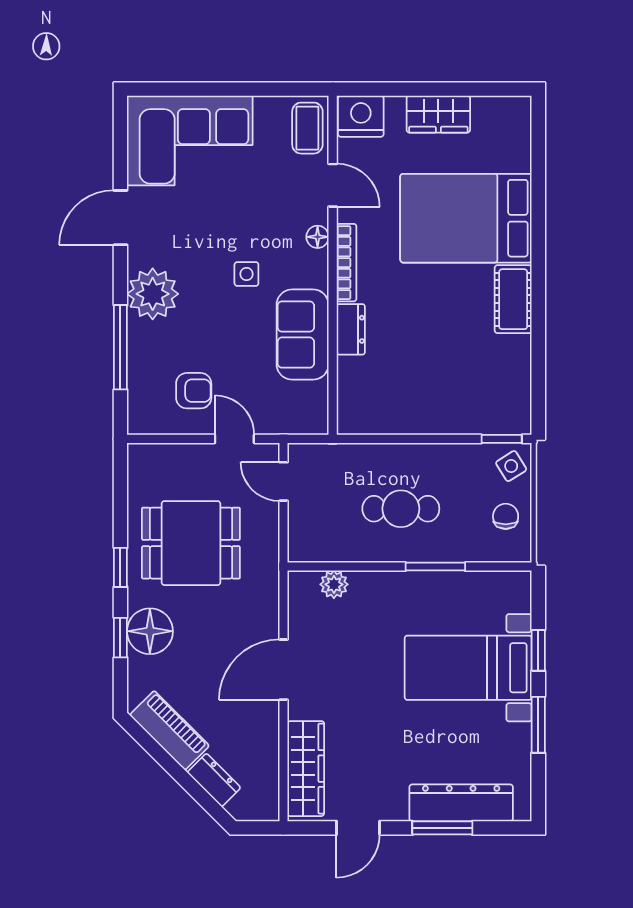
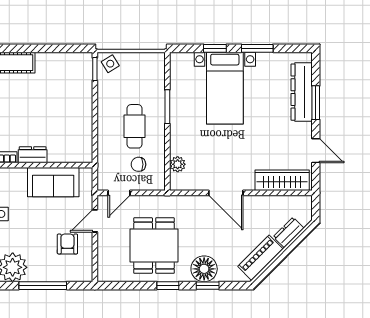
sofa: (303, 335) -> (53, 182), moved
chair: (506, 516) -> (138, 164), moved

